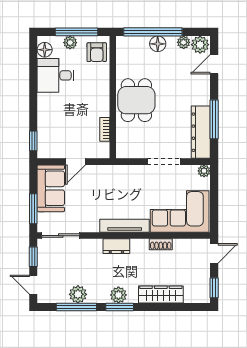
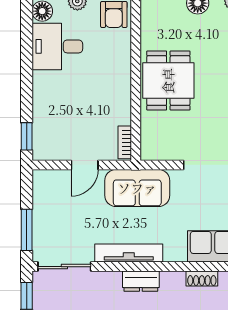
bookcase: (105, 129) -> (125, 142), moved
sofa: (51, 188) -> (137, 188), moved, turned 90
tv unit: (125, 226) -> (129, 253), moved

